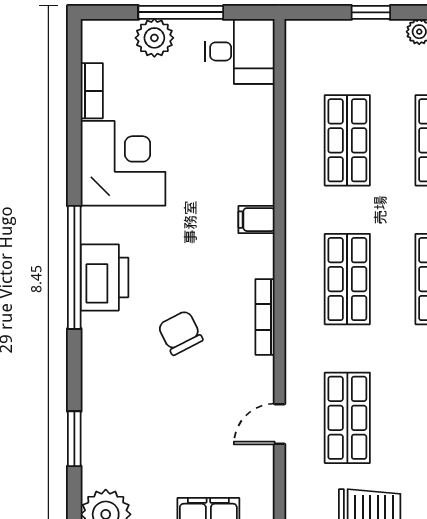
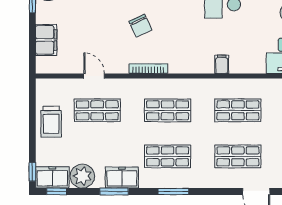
filing cabinet: (256, 220) -> (222, 64), moved
chair: (180, 333) -> (140, 26), turned 92

